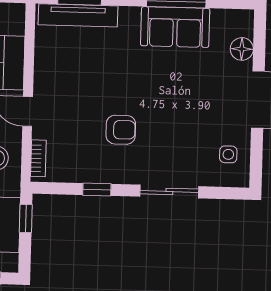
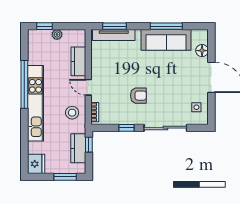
sofa: (175, 27) -> (166, 40), width x1.36
sliding door: (169, 191) -> (165, 128), width x1.37

